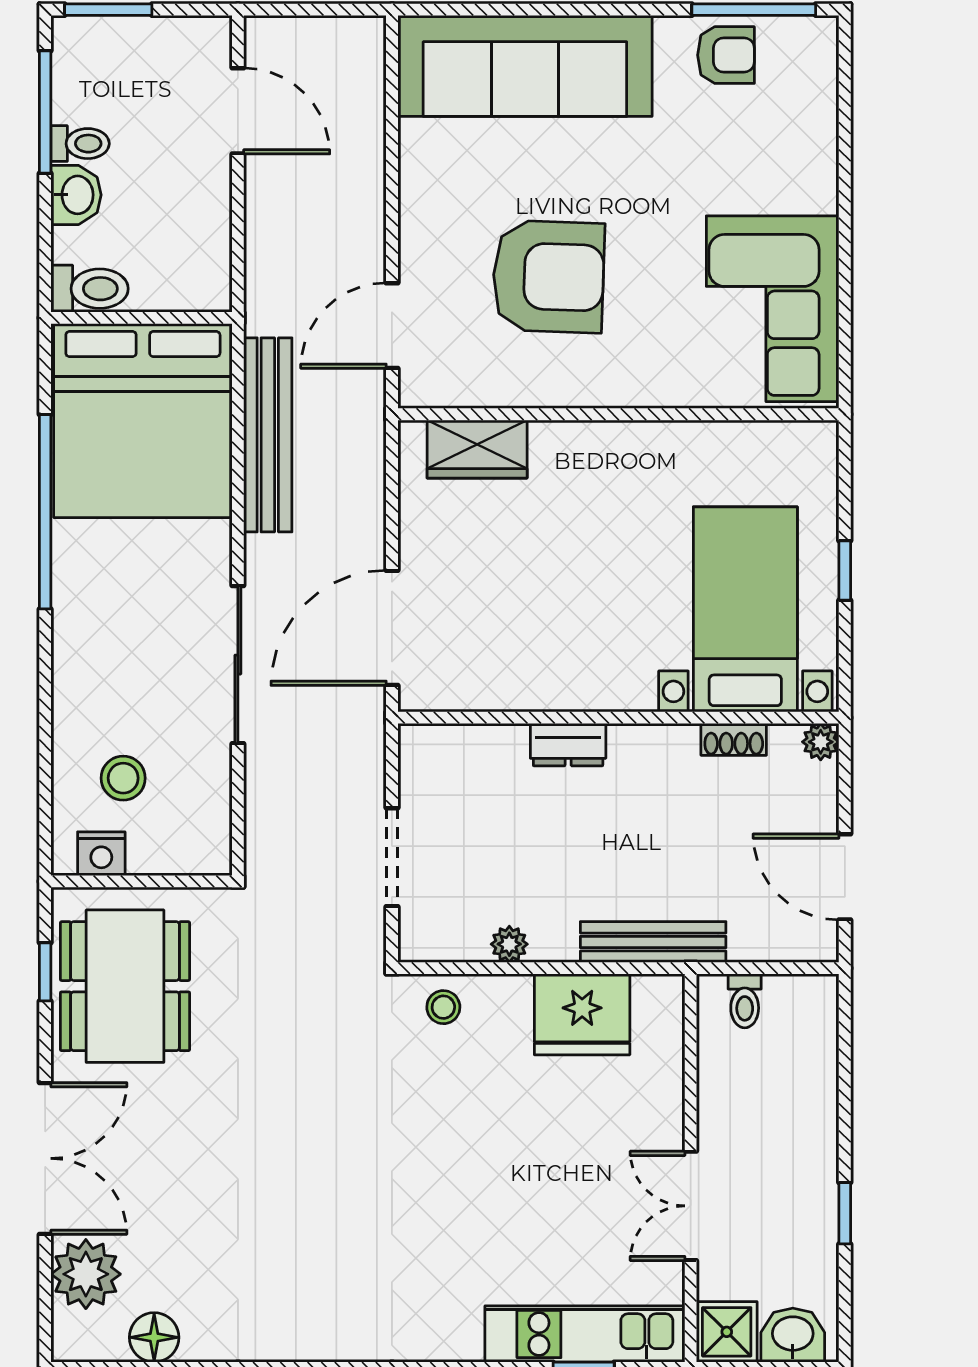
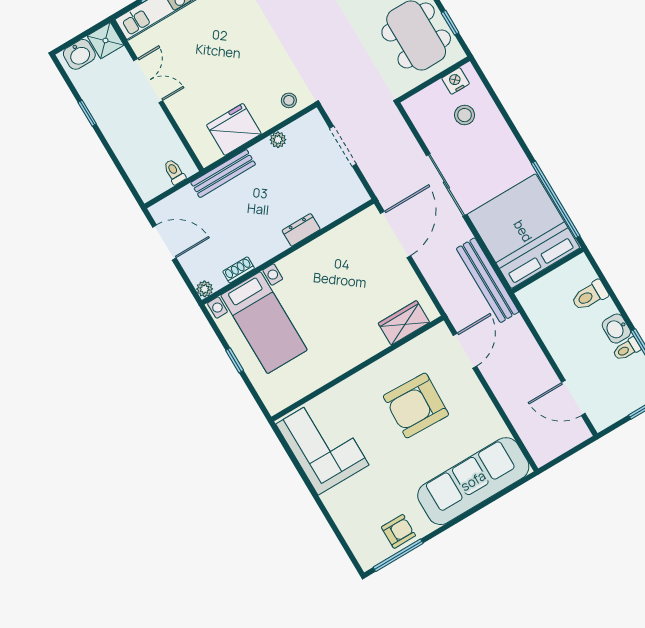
armchair: (726, 55) -> (399, 531), turned 180
wall: (142, 318) -> (548, 270), moved
bed: (143, 421) -> (523, 231), moved

